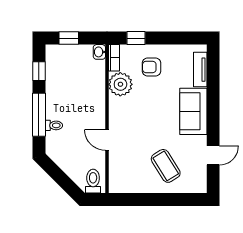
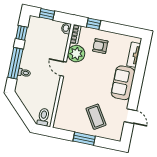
door: (107, 140) -> (63, 69), moved
door: (213, 155) -> (130, 116), hinge flipped
window: (155, 200) -> (84, 139), added

